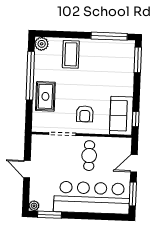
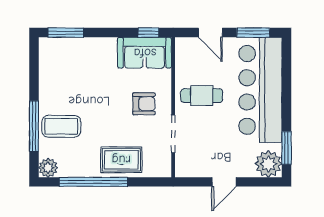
window: (109, 36) -> (34, 126), moved
plant: (34, 206) -> (268, 164), width x1.87, depth x1.87

